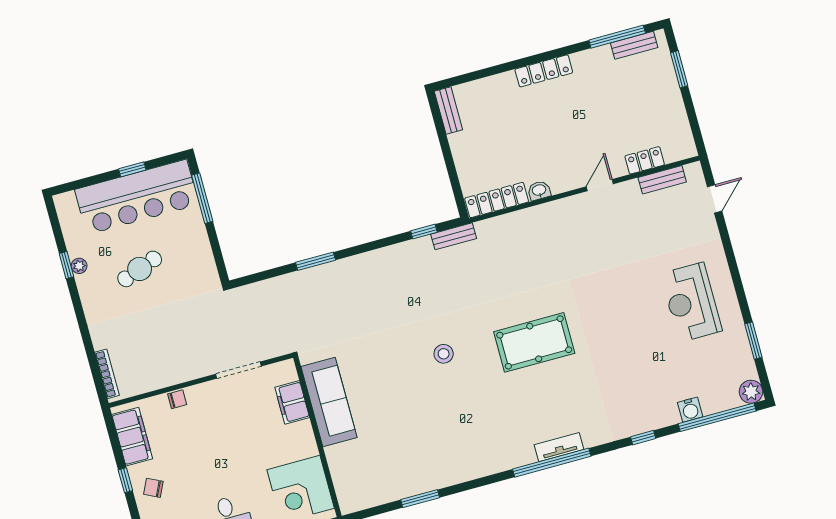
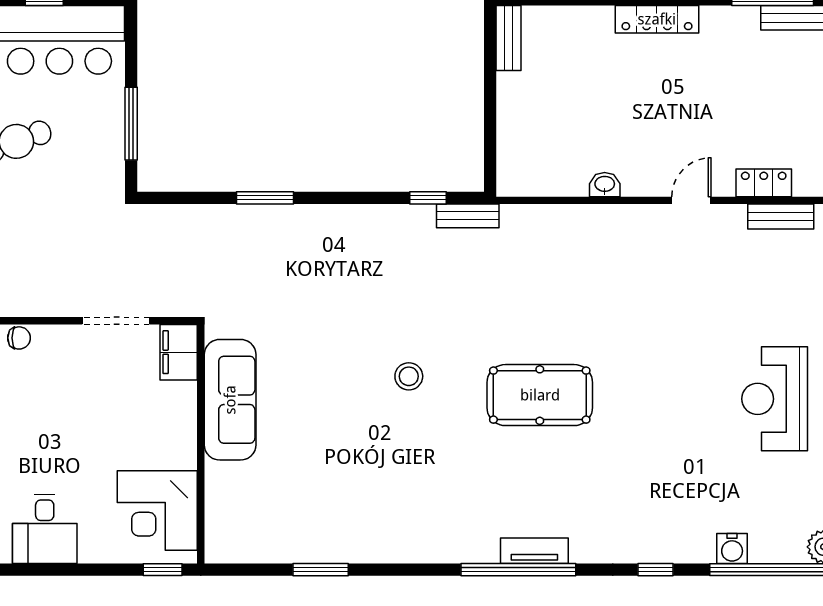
window: (202, 198) -> (131, 124), moved
locker: (497, 200) -> (542, 182), removed
filing cabinet: (292, 402) -> (179, 352), moved

